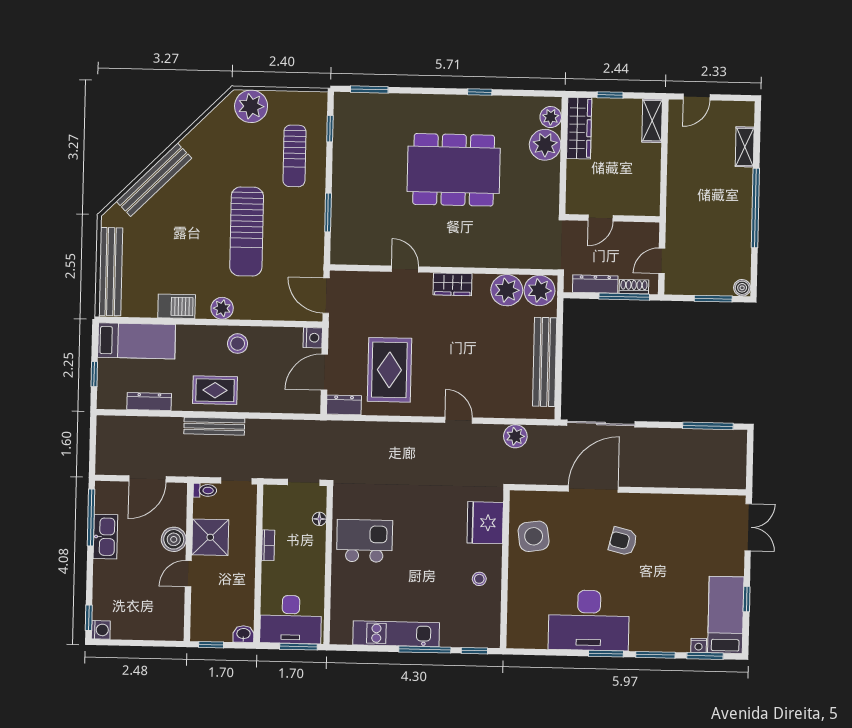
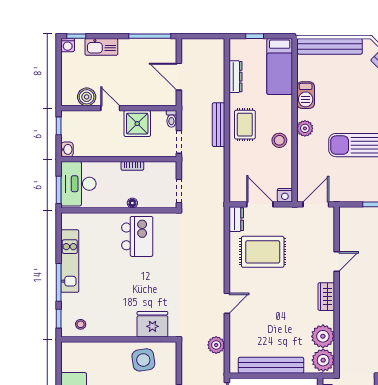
floor lamp: (319, 519) -> (132, 203), moved
kitchen sink: (105, 537) -> (101, 47), moved
boiler: (174, 539) -> (87, 97), moved
stool: (479, 579) -> (81, 324), moved

